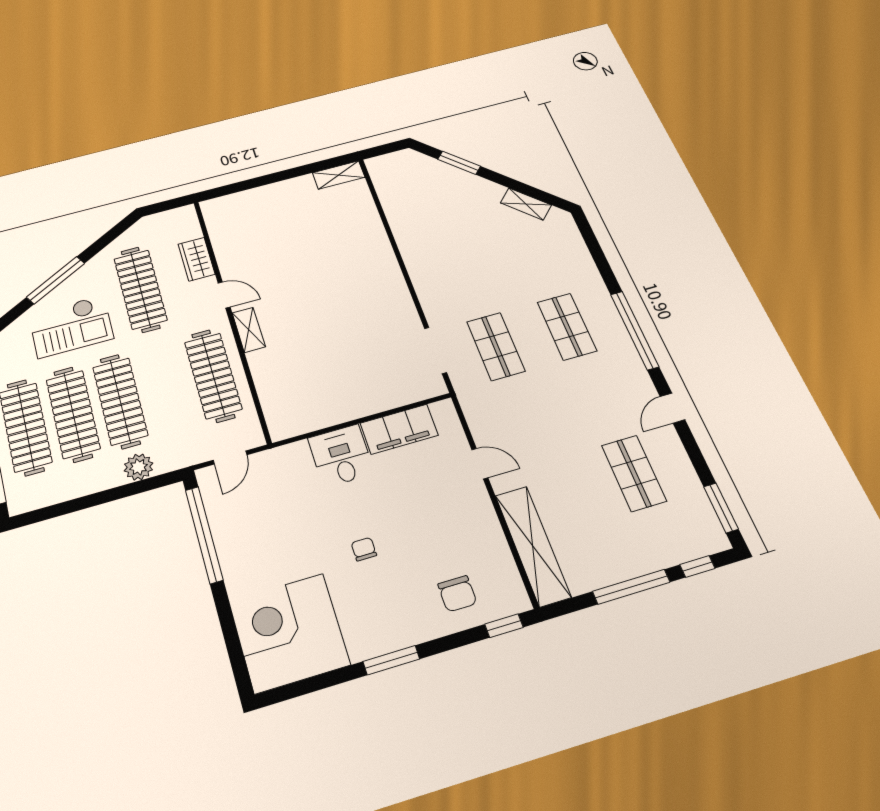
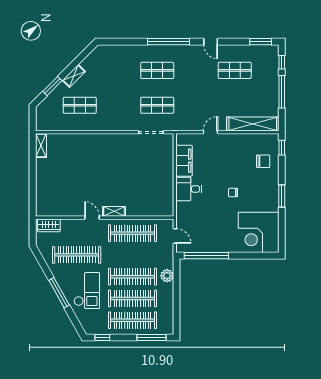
shelving: (526, 204) -> (74, 76), moved
shop shelf: (441, 215) -> (80, 105), added
wardrobe: (196, 259) -> (49, 225), moved
door: (224, 295) -> (92, 218), hinge flipped

